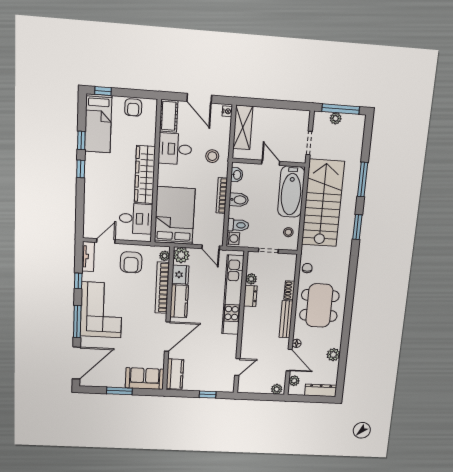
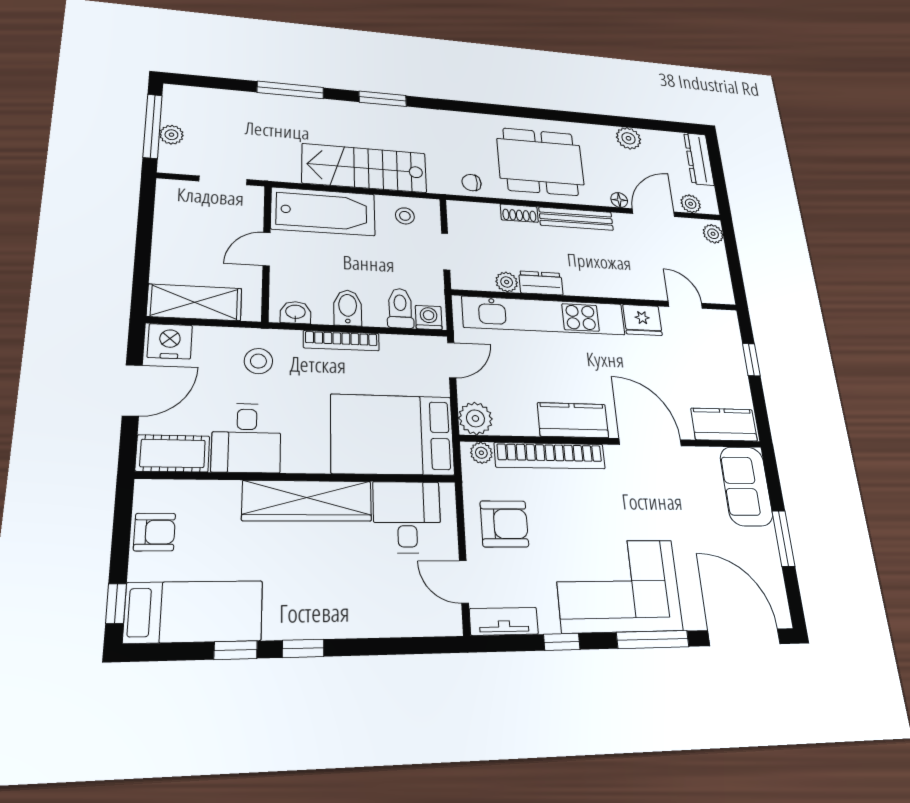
nightstand: (227, 111) -> (170, 341), width x1.89, depth x1.79
stairs: (323, 203) -> (365, 168), width x0.73, depth x0.66
fridge: (180, 275) -> (642, 320), moved, turned 180

